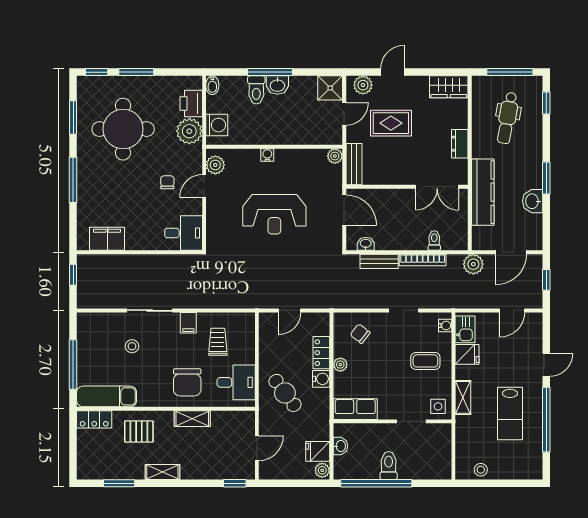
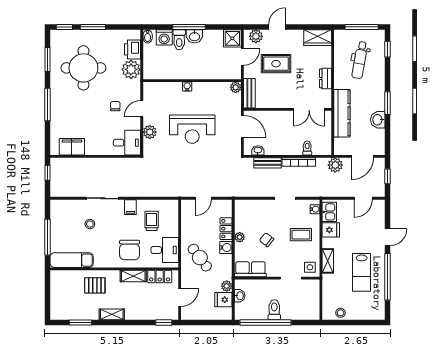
washing machine: (217, 125) -> (164, 37), moved, turned 90
plant: (215, 165) -> (150, 132), moved
chair: (360, 334) -> (267, 240), moved
locker: (94, 419) -> (160, 277), moved
plant: (322, 470) -> (227, 286), moved

